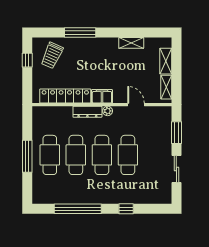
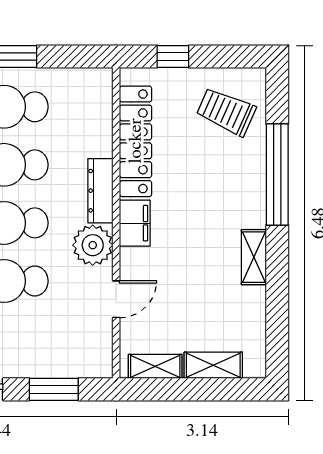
window: (80, 32) -> (277, 174), width x1.46
shelving: (131, 43) -> (254, 257), moved
window: (27, 60) -> (173, 56), moved
plant: (108, 111) -> (93, 245), width x1.87, depth x1.87

